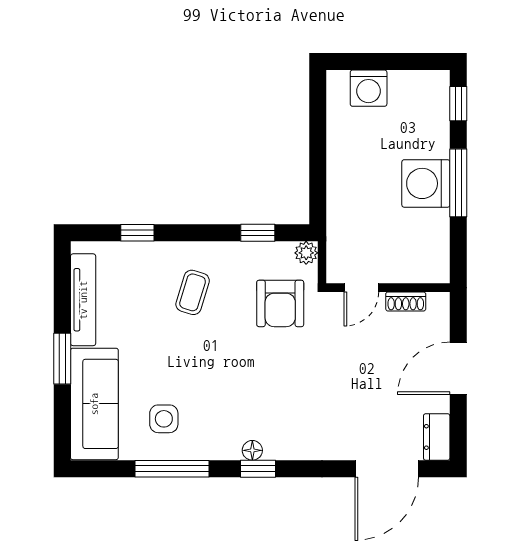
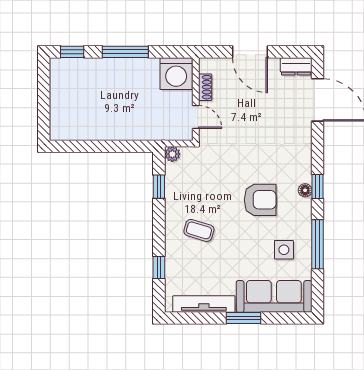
washing machine: (369, 88) -> (62, 112), removed
washing machine: (426, 183) -> (176, 74), moved
armchair: (280, 303) -> (260, 200), moved

